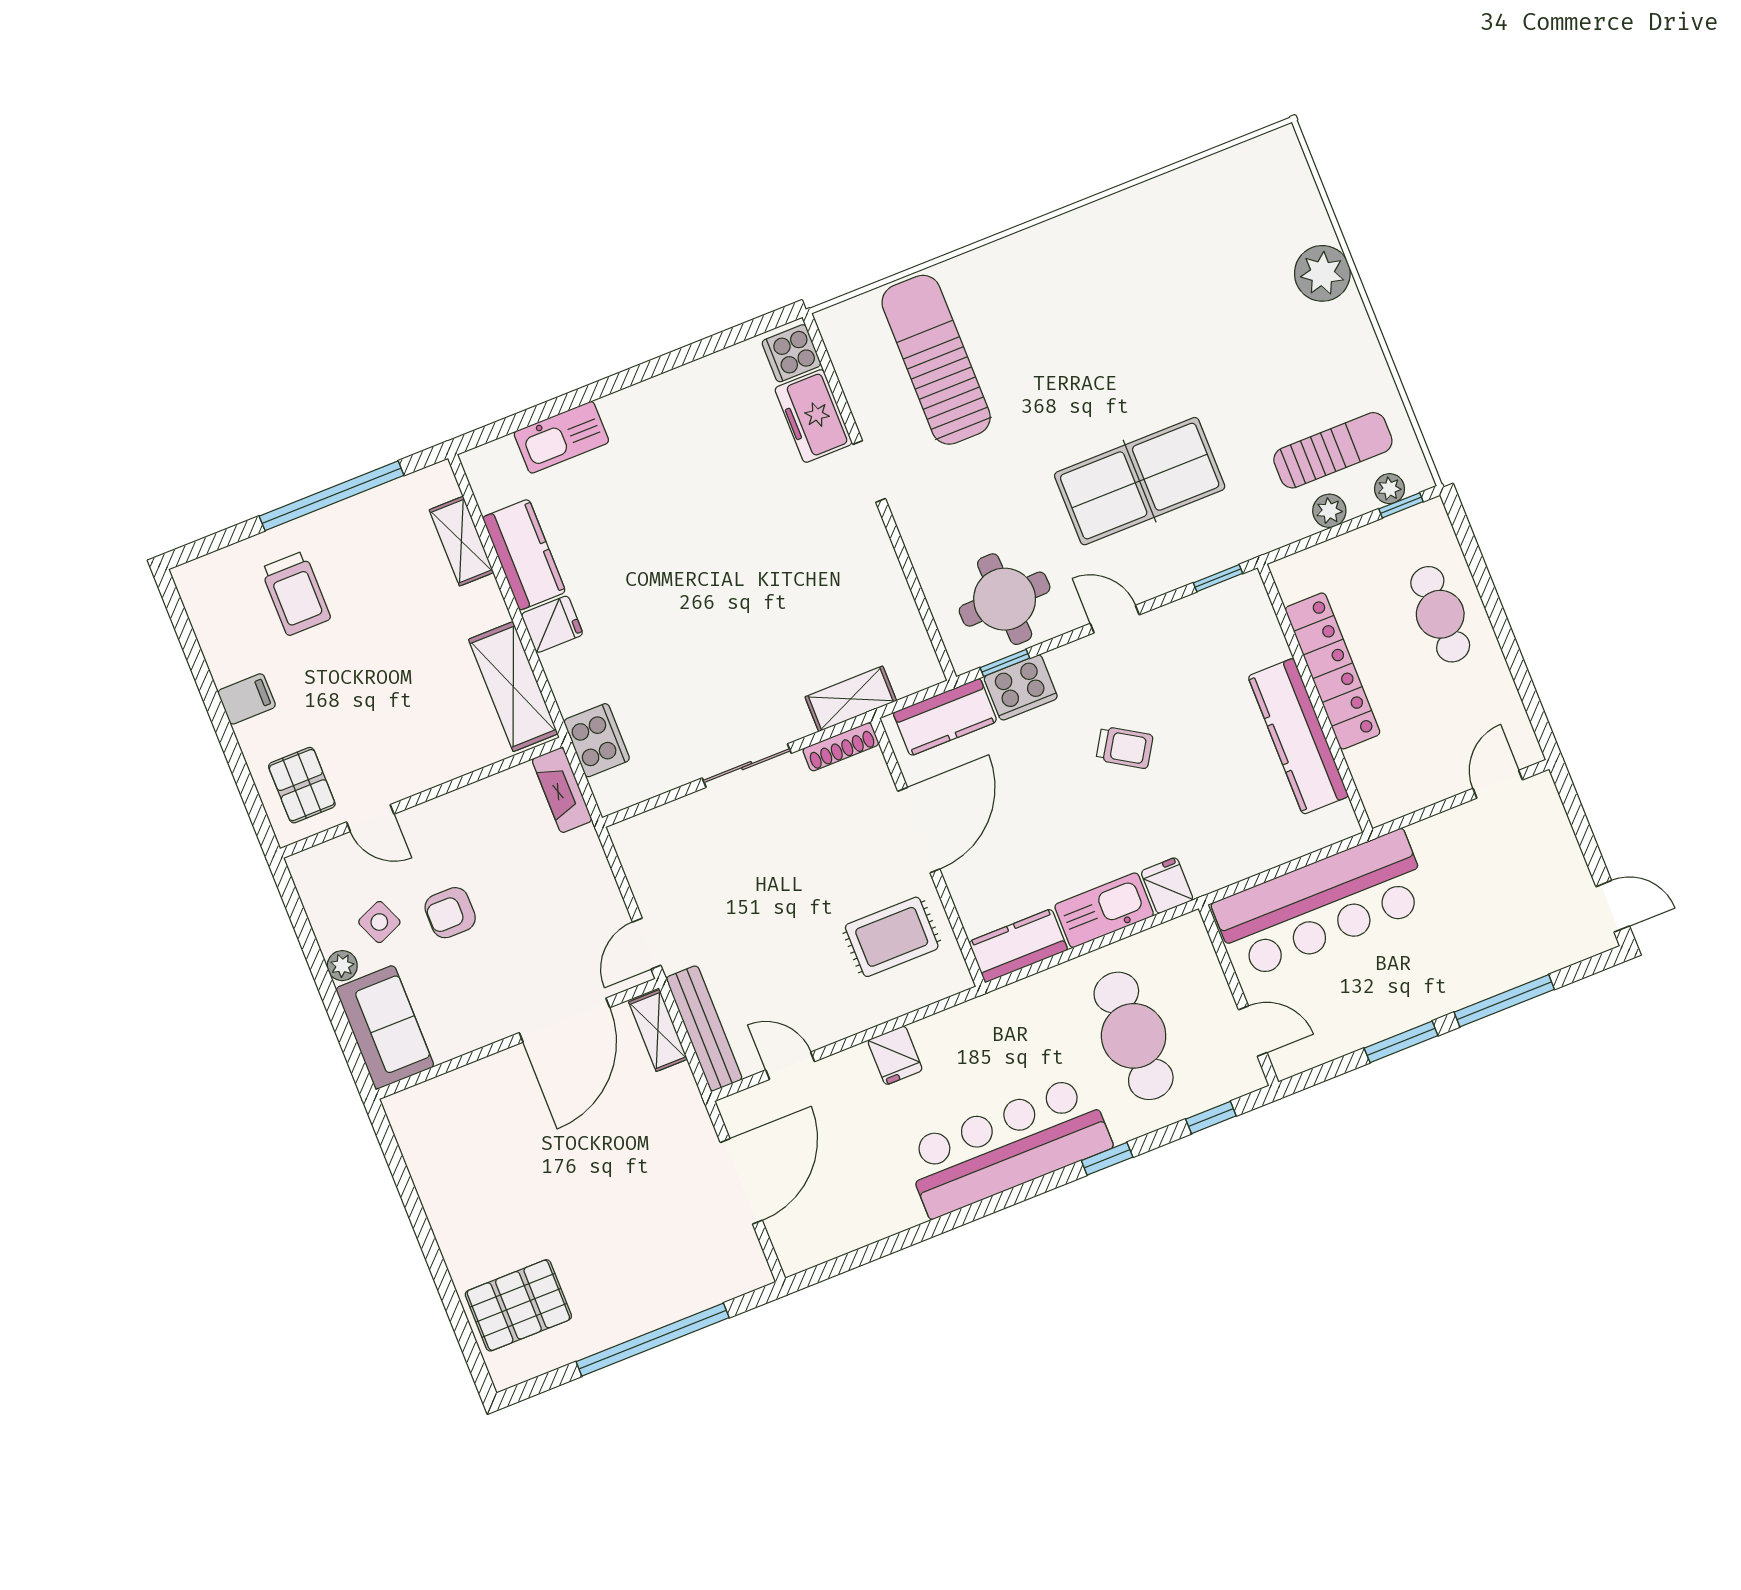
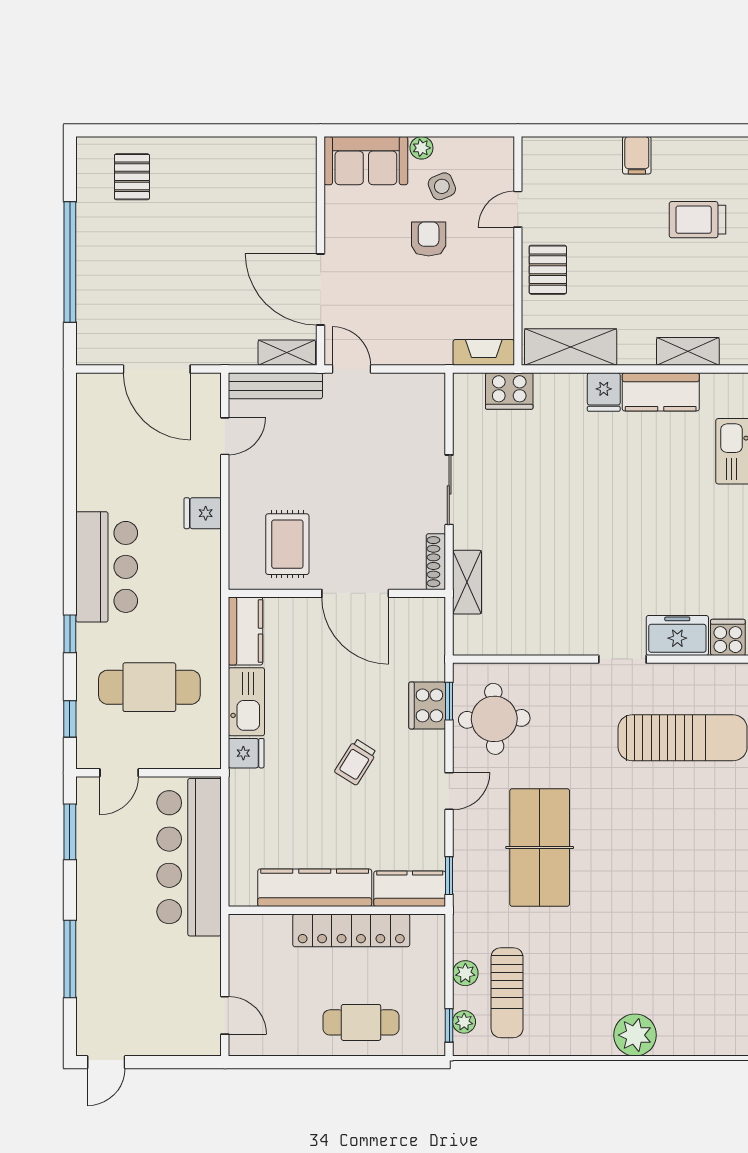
kitchen counter: (945, 717) -> (410, 889), moved, turned 90
pallet: (302, 785) -> (548, 270), moved, turned 90
window: (1401, 1042) -> (70, 832), moved
bar counter: (1007, 1147) -> (107, 567), width x0.73
pallet: (518, 1305) -> (132, 177), width x0.67, depth x0.71

